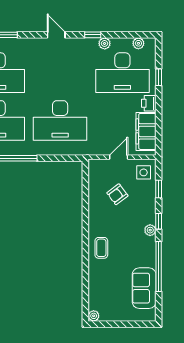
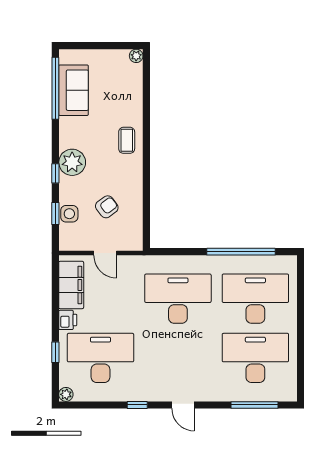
plant: (105, 43) -> (123, 394), removed
plant: (138, 43) -> (66, 394), moved
door: (119, 157) -> (105, 253), hinge flipped
side table: (144, 172) -> (69, 214), moved
plant: (150, 230) -> (72, 162), width x1.87, depth x1.87
window: (159, 267) -> (55, 88), moved

